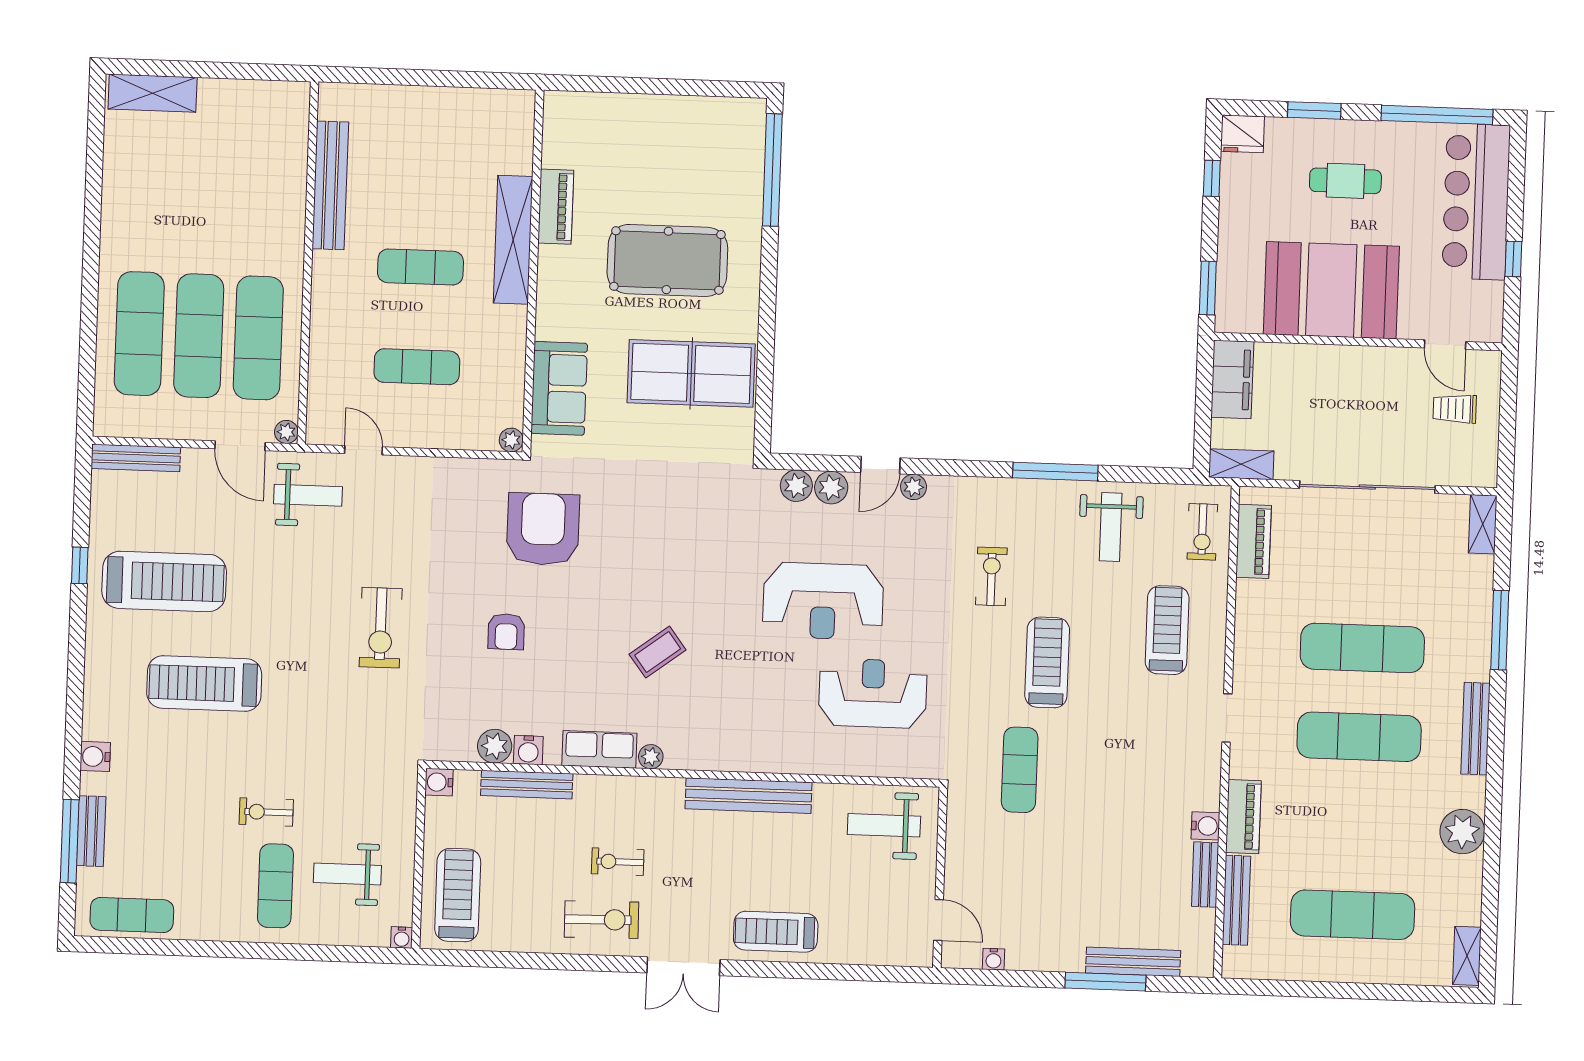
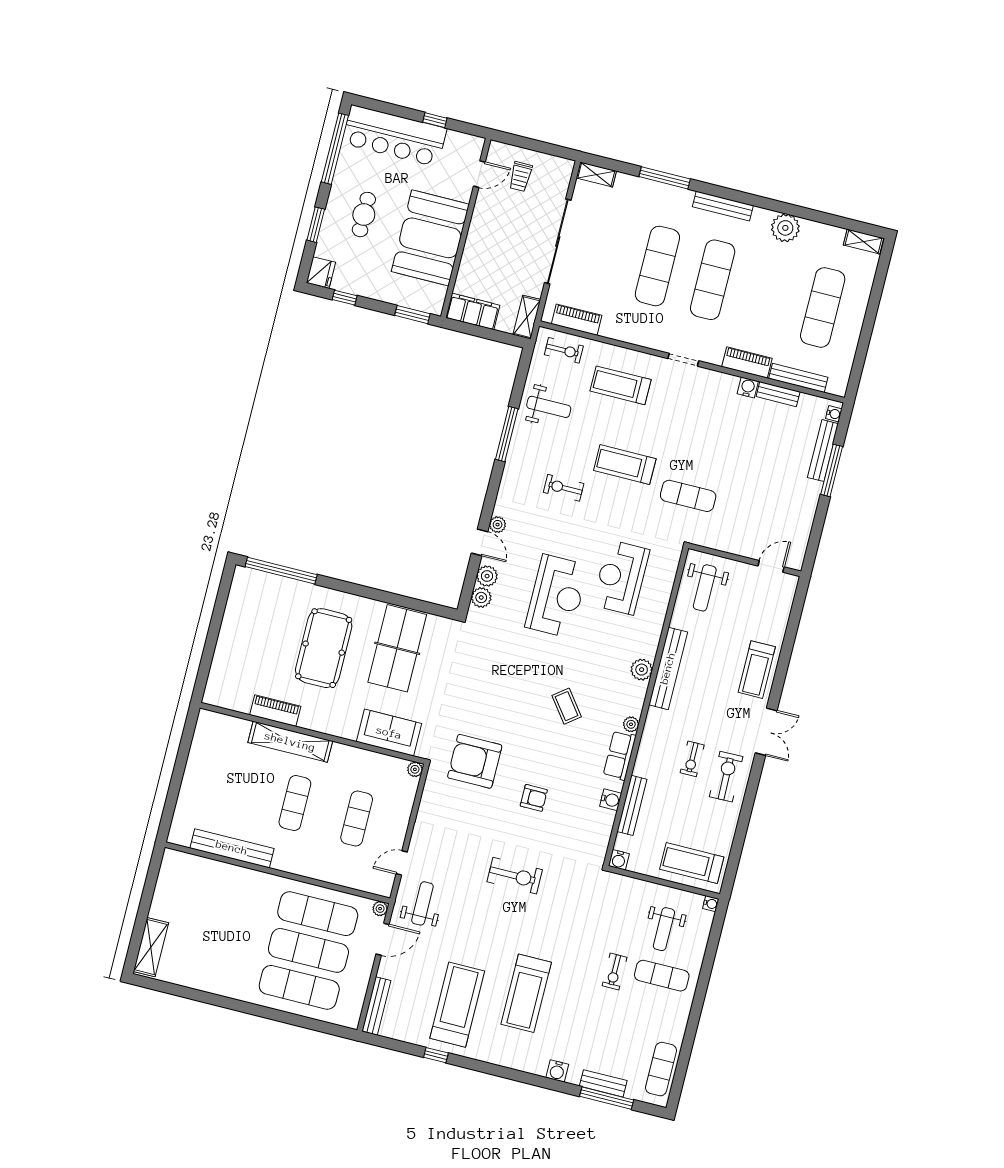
plant: (495, 746) -> (642, 670), moved
water cooler: (994, 959) -> (834, 414), moved

